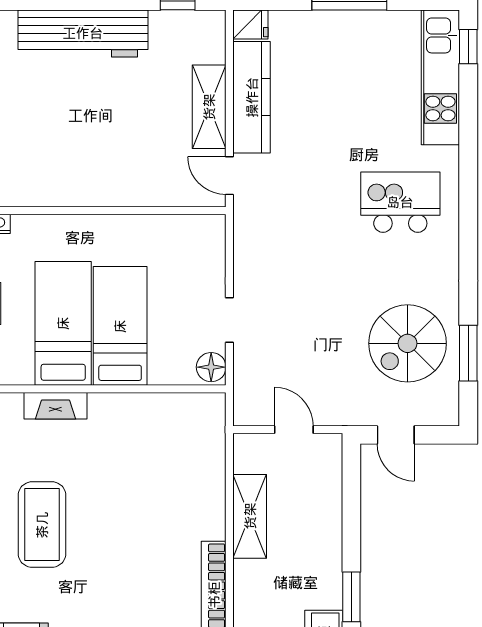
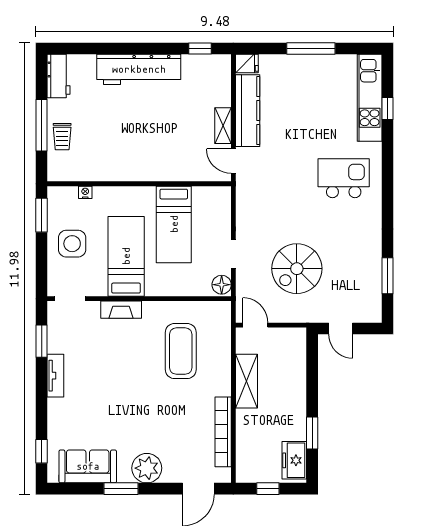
window: (468, 47) -> (388, 108), moved
shelving: (209, 107) -> (223, 126), width x0.67, depth x0.75
bed: (120, 326) -> (174, 224), moved, turned 180
spiral stairs: (408, 343) -> (297, 269), moved
door: (294, 430) -> (255, 325), moved
coffee table: (42, 525) -> (181, 351), moved

